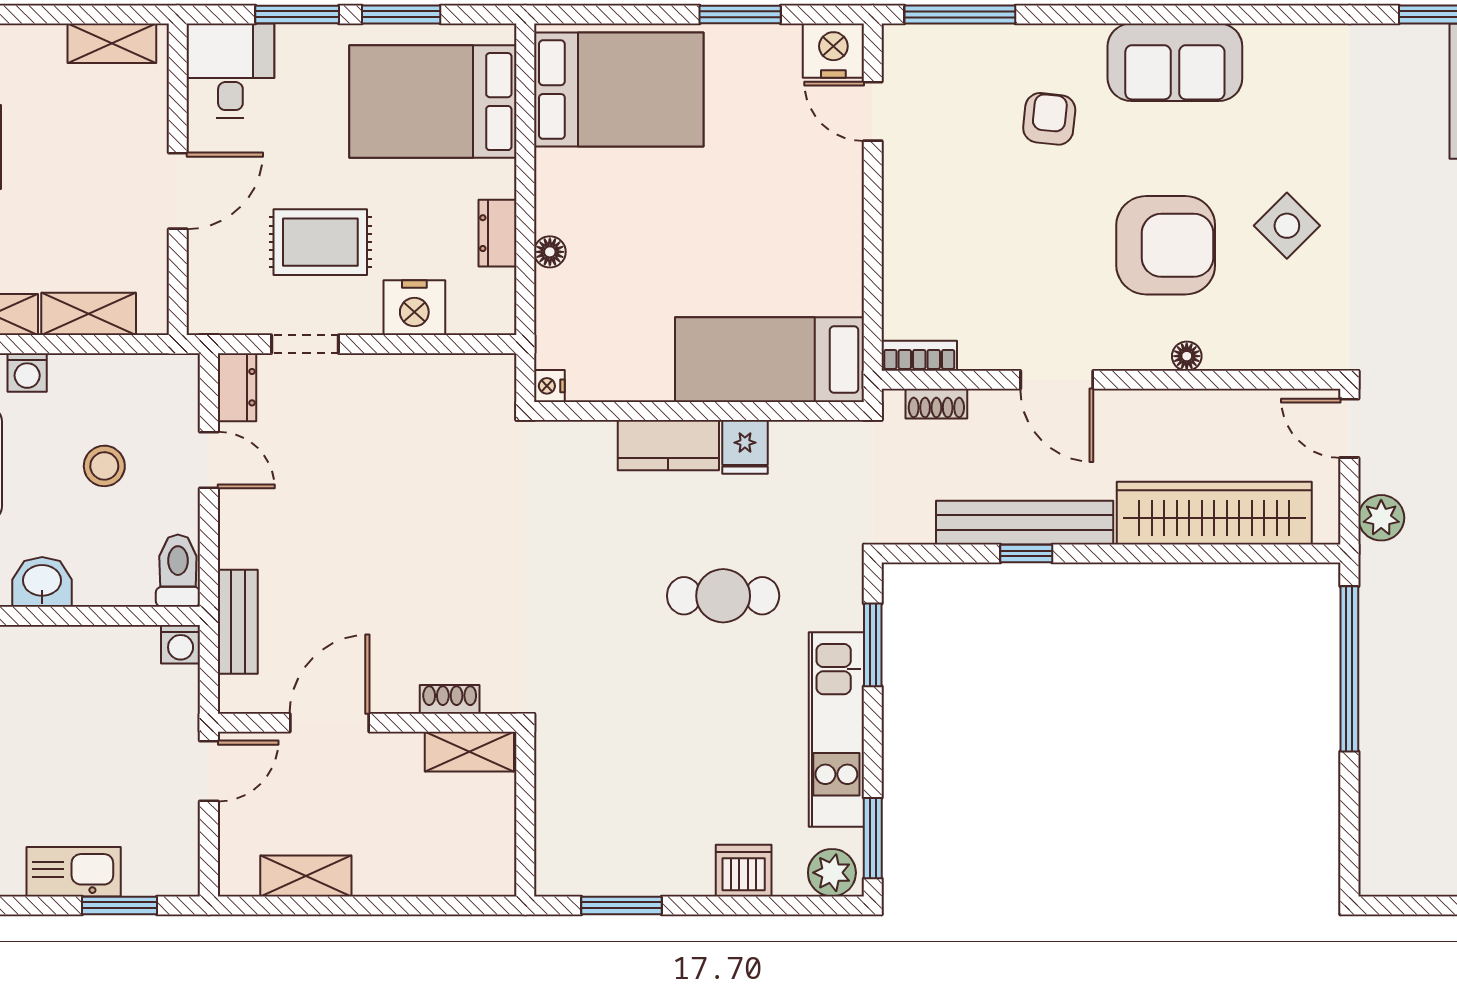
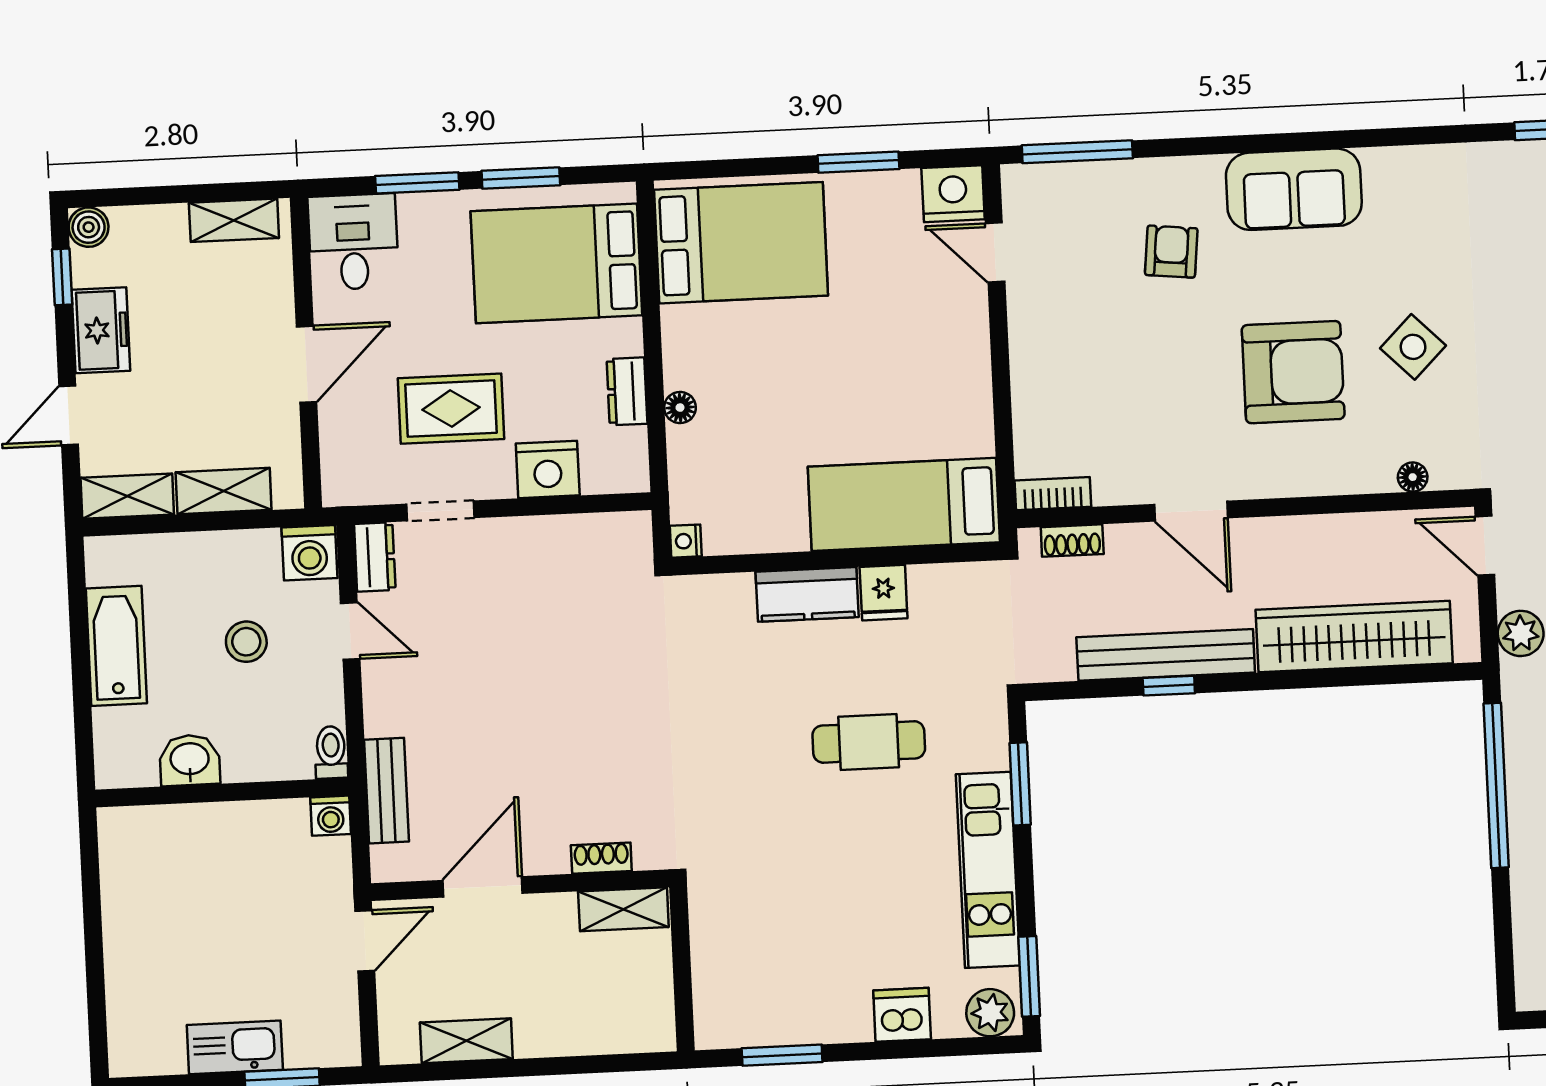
floor lamp: (1187, 356) -> (1413, 477), moved
washing machine: (27, 372) -> (309, 553), moved, width x1.38, depth x1.38
toilet: (178, 571) -> (331, 752), width x0.73, depth x0.72

